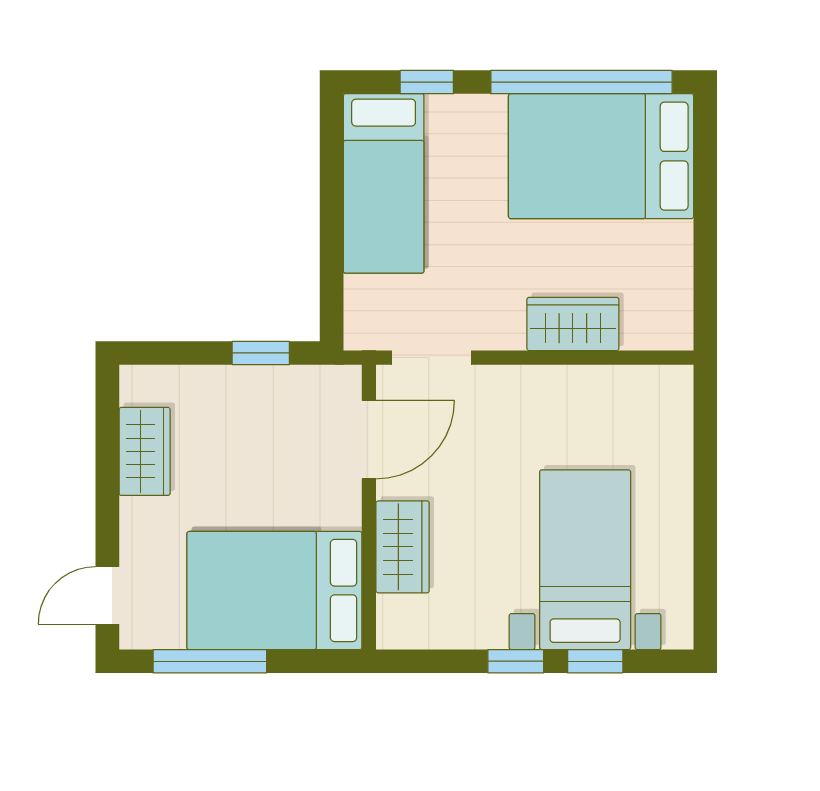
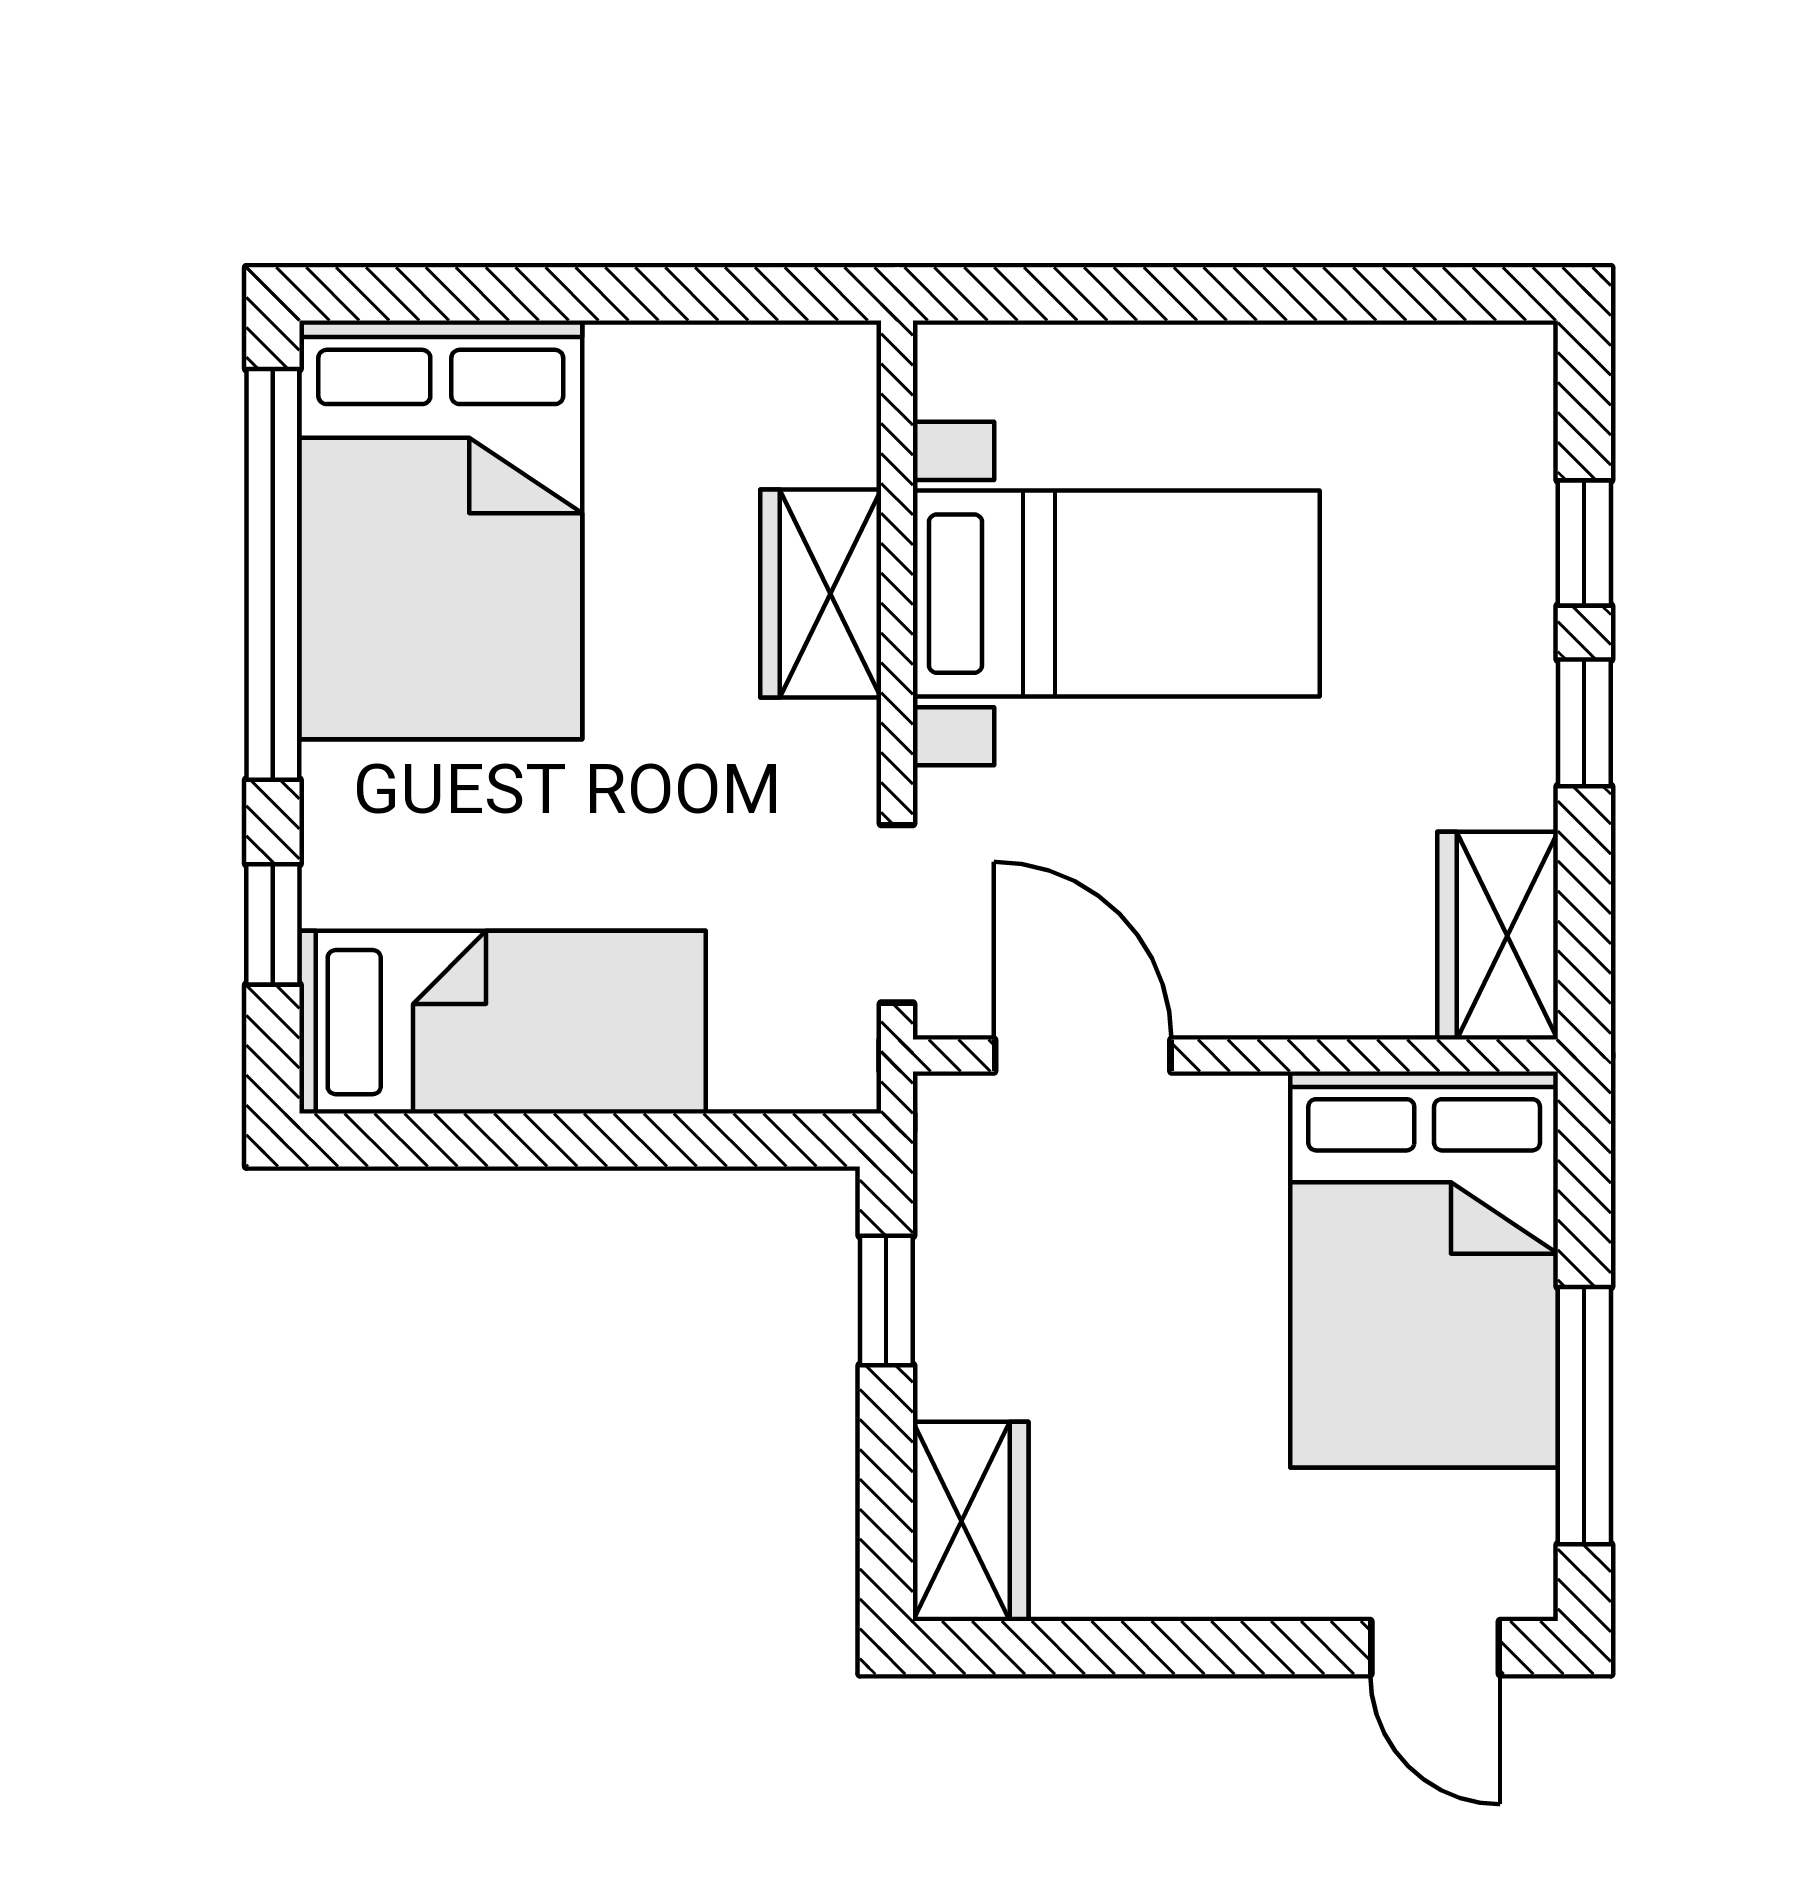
wardrobe: (145, 451) -> (971, 1521), moved, turned 90
wardrobe: (403, 547) -> (1498, 936), moved, turned -90
bed with nightstands: (585, 560) -> (1116, 594), moved, turned 180

